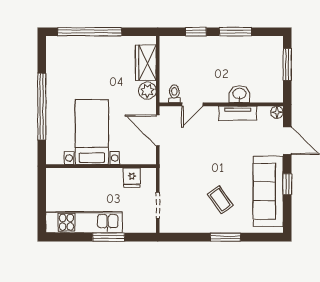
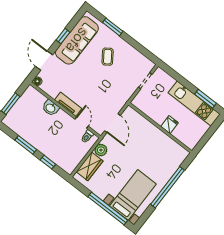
door: (192, 104) -> (82, 123), hinge flipped
tv unit: (238, 113) -> (68, 104), moved
bed with nightstands: (92, 132) -> (133, 195), moved, turned 180
fridge: (132, 178) -> (169, 125), moved
window: (109, 237) -> (205, 99), moved
window: (225, 237) -> (113, 27), moved

